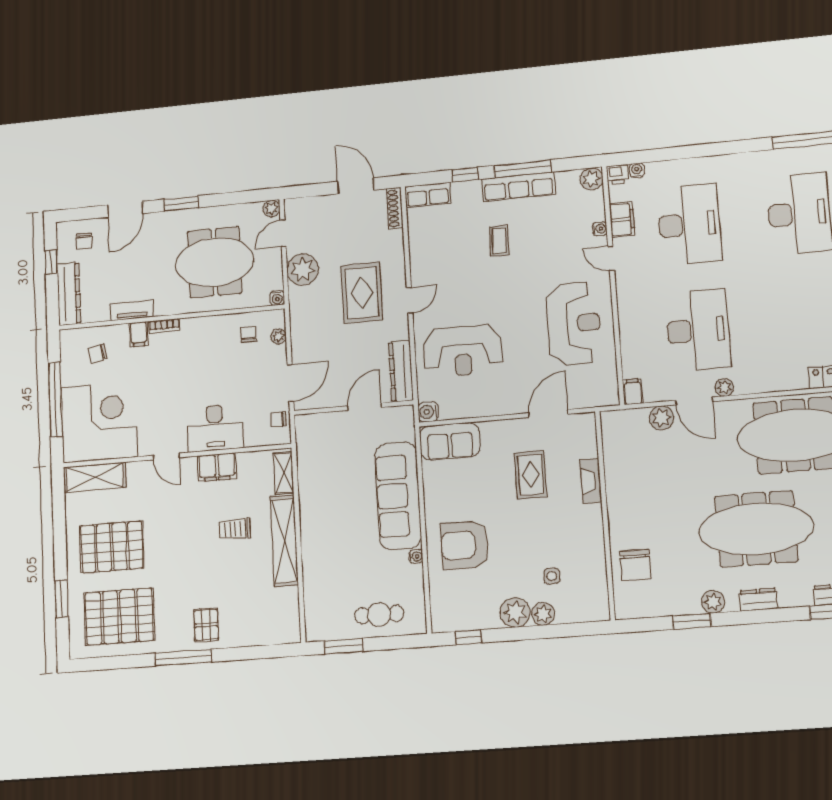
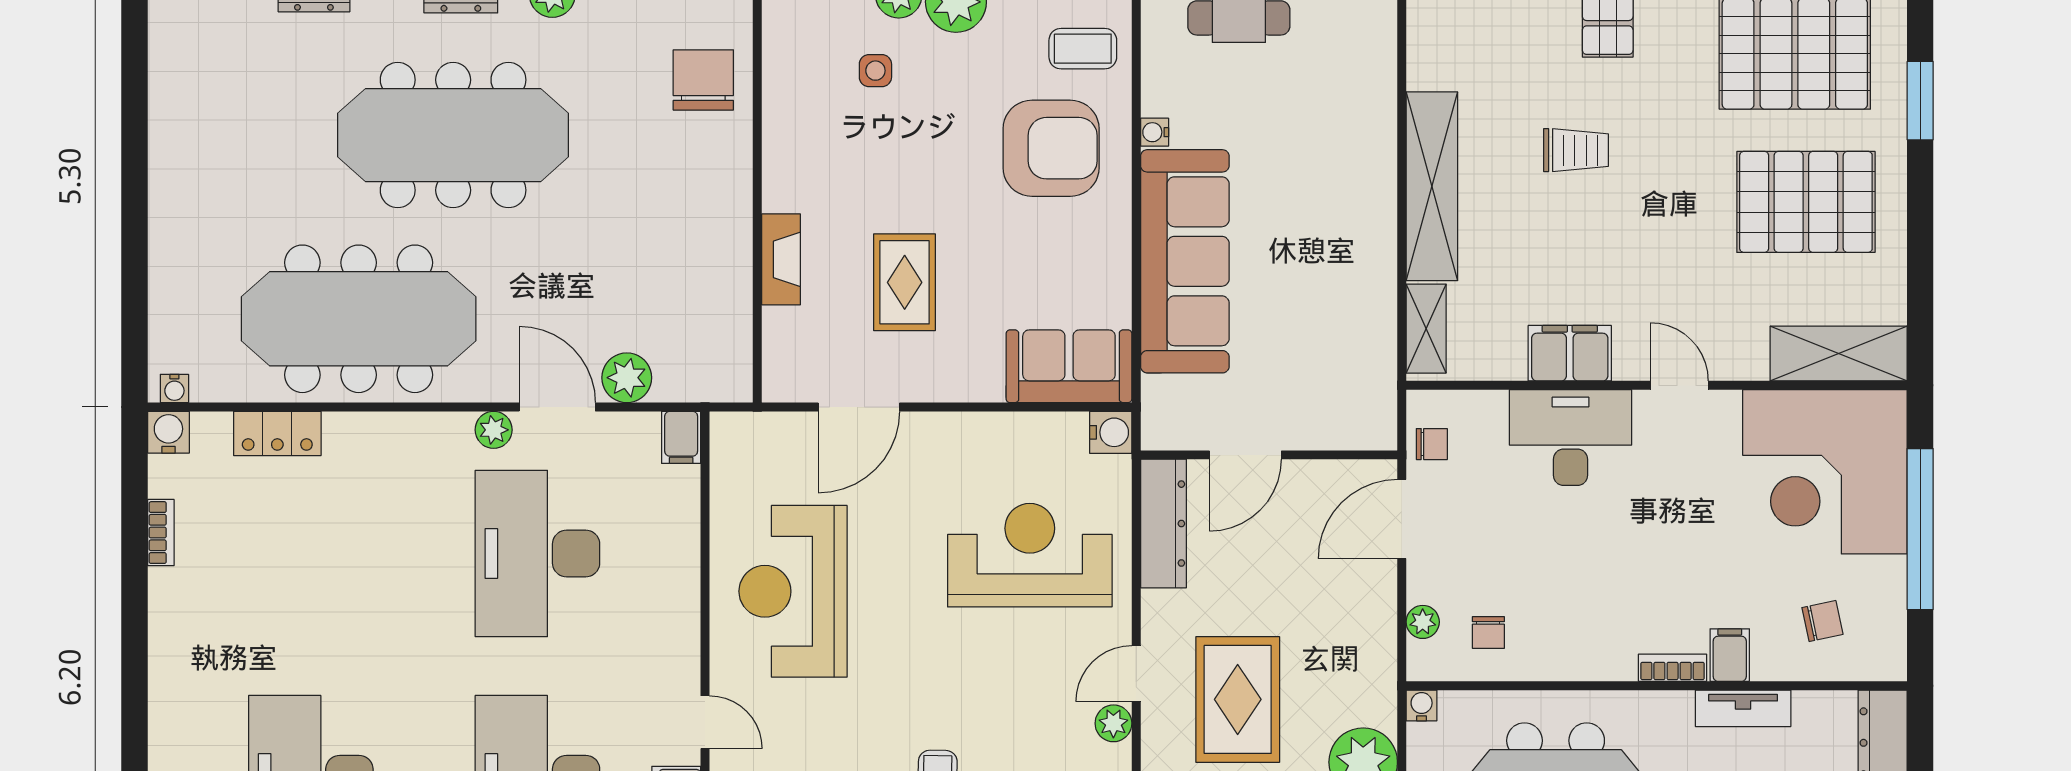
plant: (419, 276) -> (1113, 723), added
trolley: (235, 529) -> (1576, 150), moved
coffee table: (453, 594) -> (1083, 49), added

